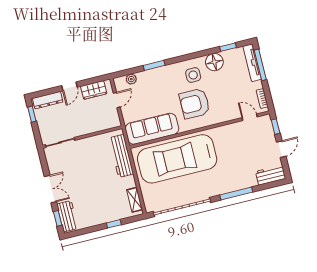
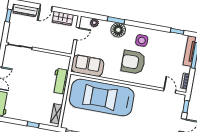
floor lamp: (214, 62) -> (118, 30), moved
sofa: (152, 129) -> (88, 66), width x0.73
workbench: (121, 156) -> (60, 81), width x0.73

